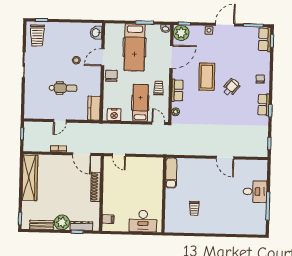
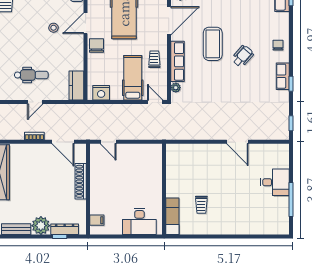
dental chair: (63, 88) -> (31, 75), moved
row of seats: (177, 90) -> (177, 61), width x1.48
exam couch: (171, 173) -> (172, 216), moved

